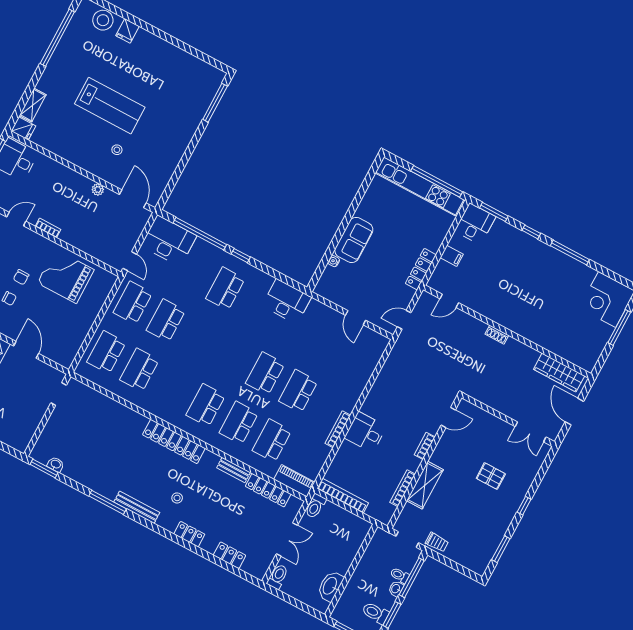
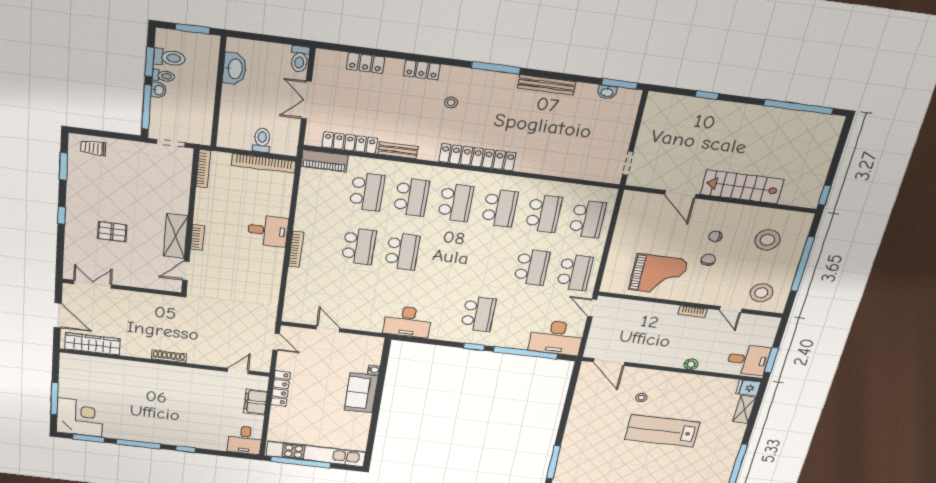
plant: (98, 190) -> (691, 364), moved
window: (494, 212) -> (89, 438), moved
door: (16, 219) -> (731, 309), hinge flipped
filing cabinet: (452, 256) -> (255, 402), width x2.00
door: (404, 320) -> (276, 342), hinge flipped
shoe rack: (497, 335) -> (169, 356), width x1.43
school desk: (173, 388) -> (500, 208), added
bookcase: (338, 429) -> (296, 249), moved
shelving: (425, 485) -> (176, 236), moved
bookcase: (403, 488) -> (203, 169), moved
window: (108, 502) -> (496, 68), moved
toilet: (315, 506) -> (262, 140), moved
bench: (137, 507) -> (547, 85), moved
trolley: (437, 542) -> (93, 148), moved
toilet: (400, 575) -> (163, 76), moved

